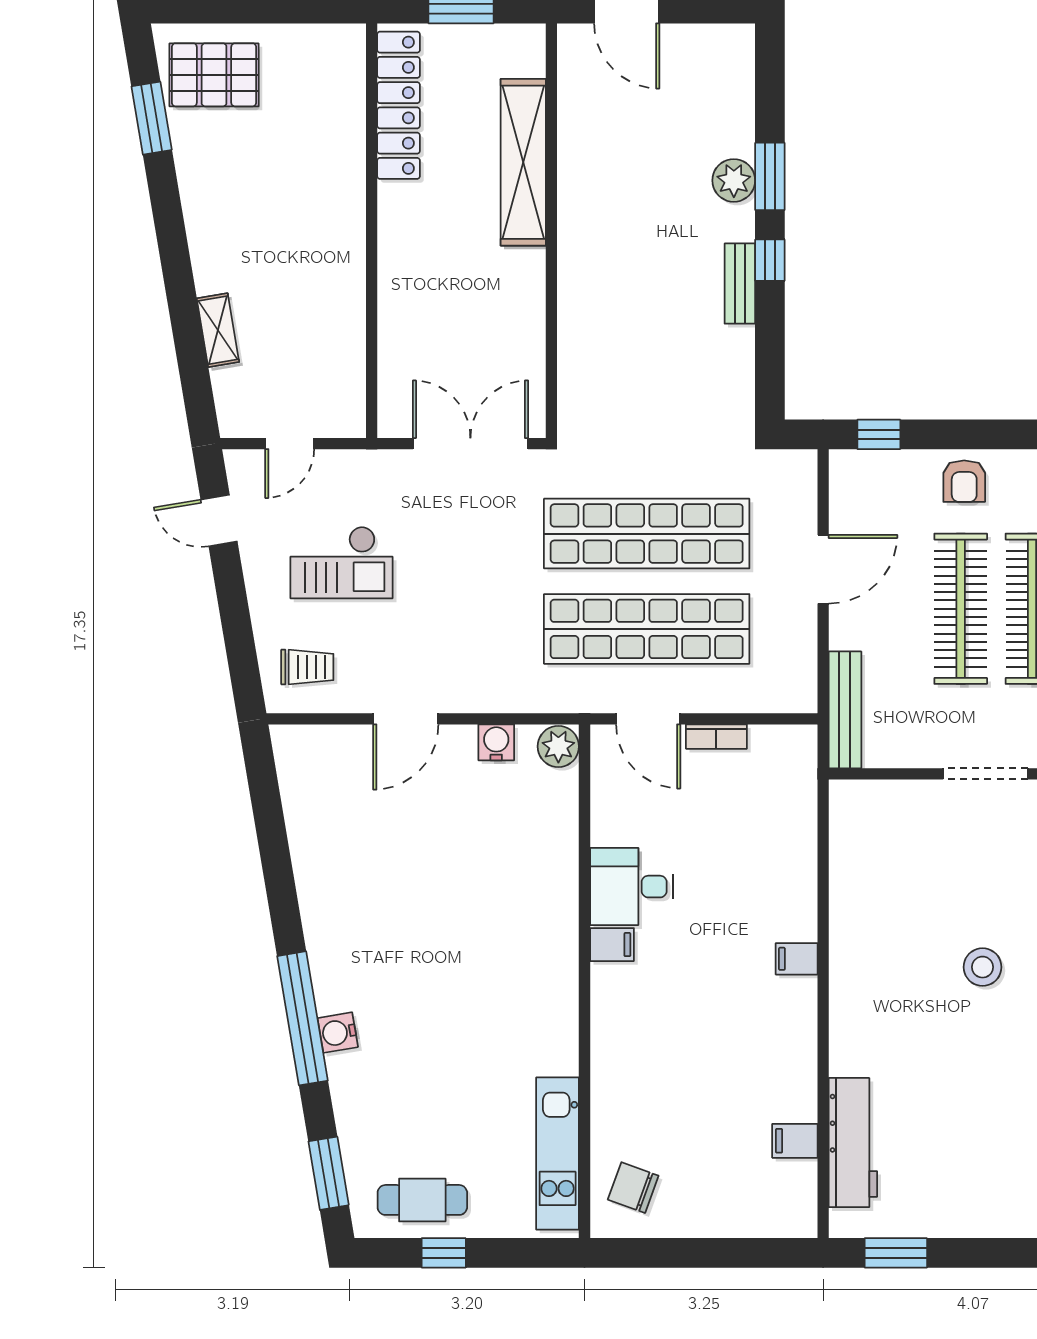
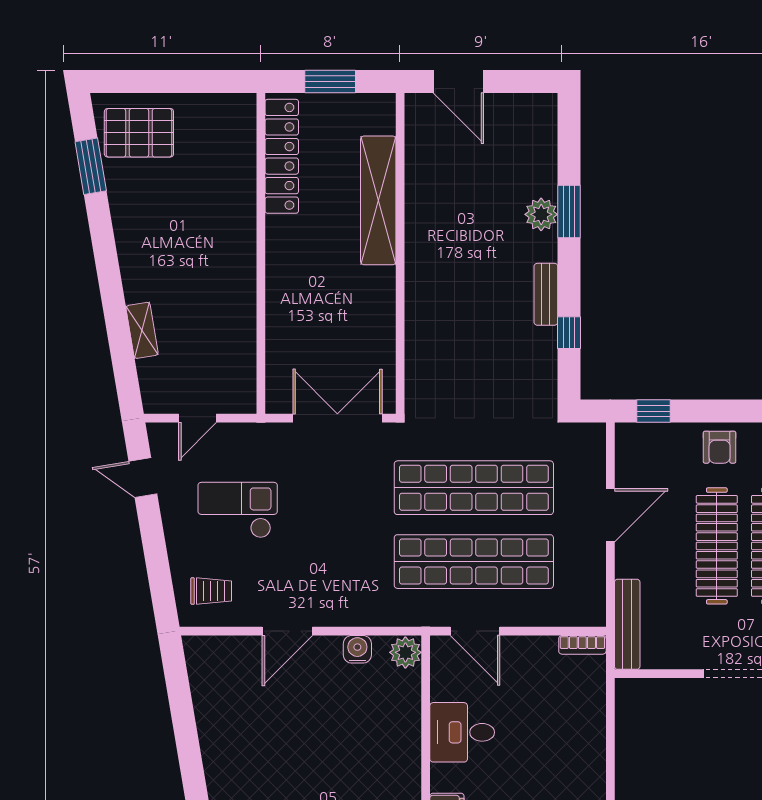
window: (770, 260) -> (569, 333), moved
checkout: (341, 562) -> (238, 510), turned 180
bookcase: (716, 737) -> (582, 645), moved
desk: (632, 887) -> (462, 732), moved

